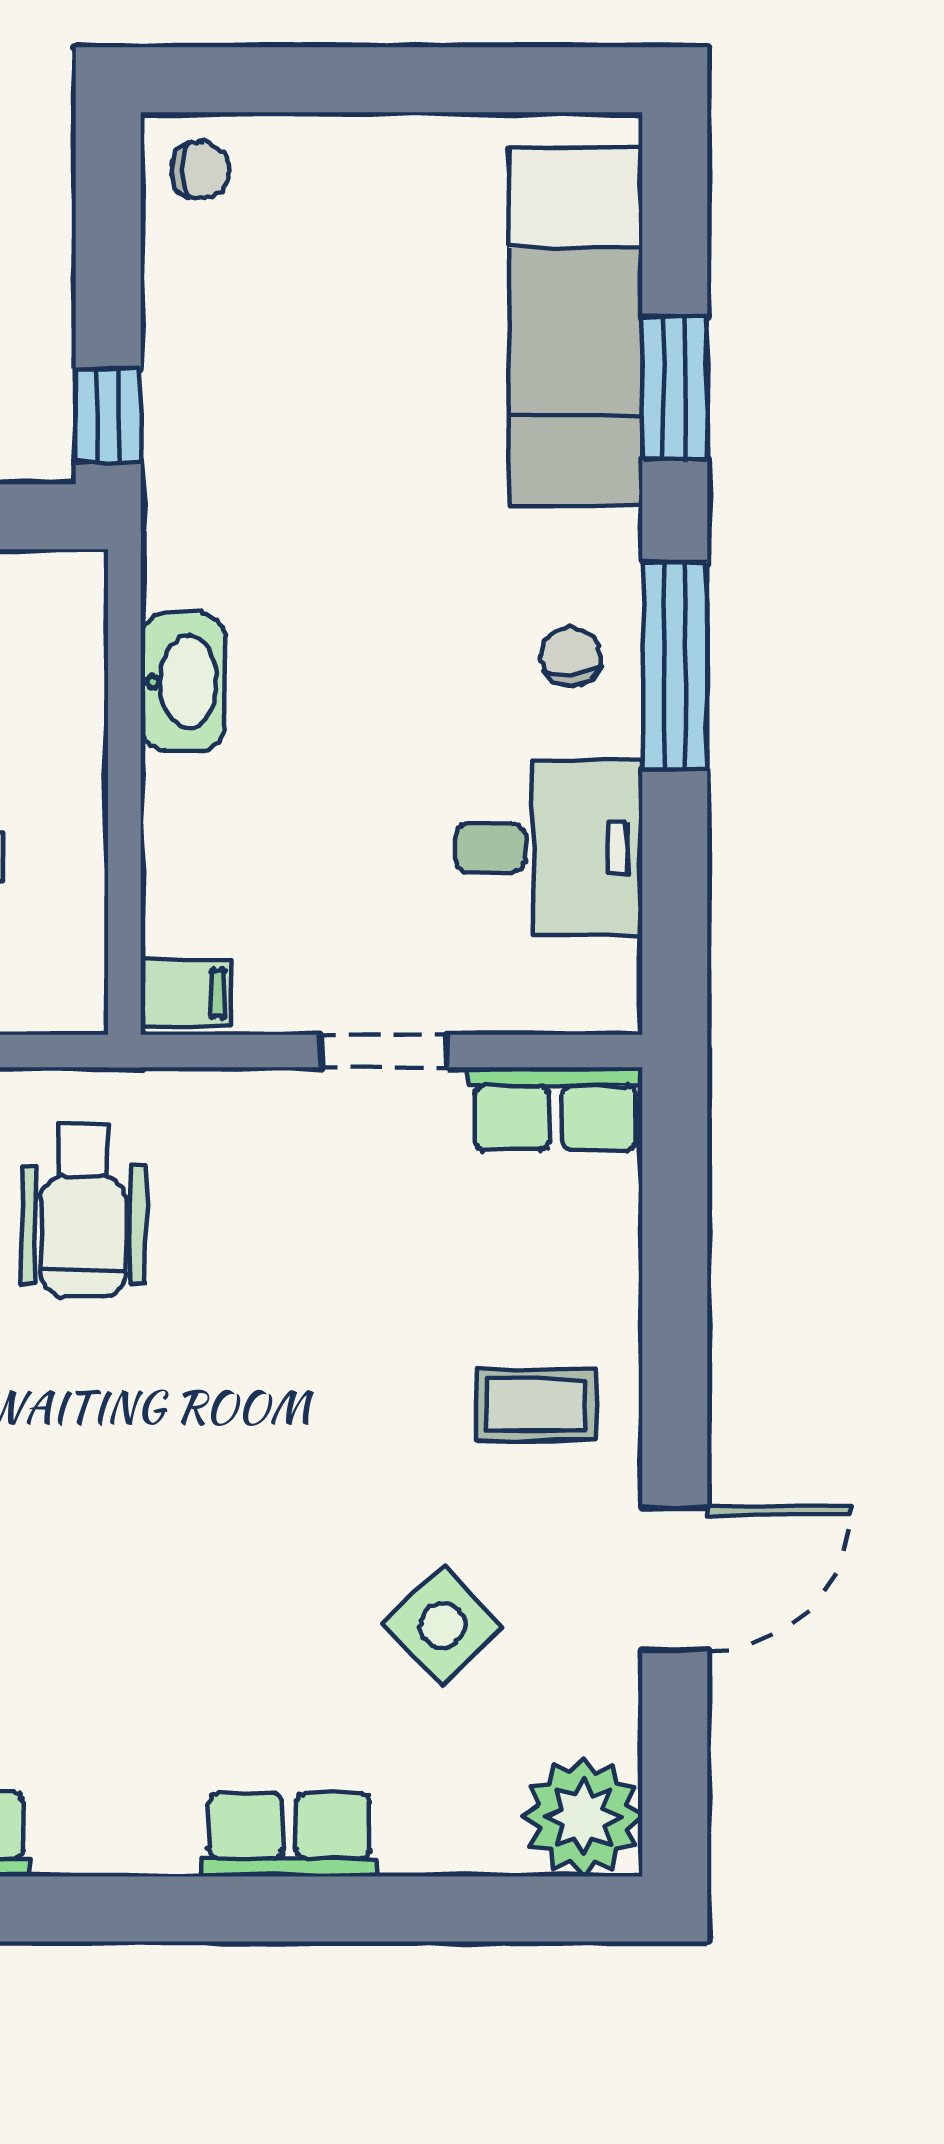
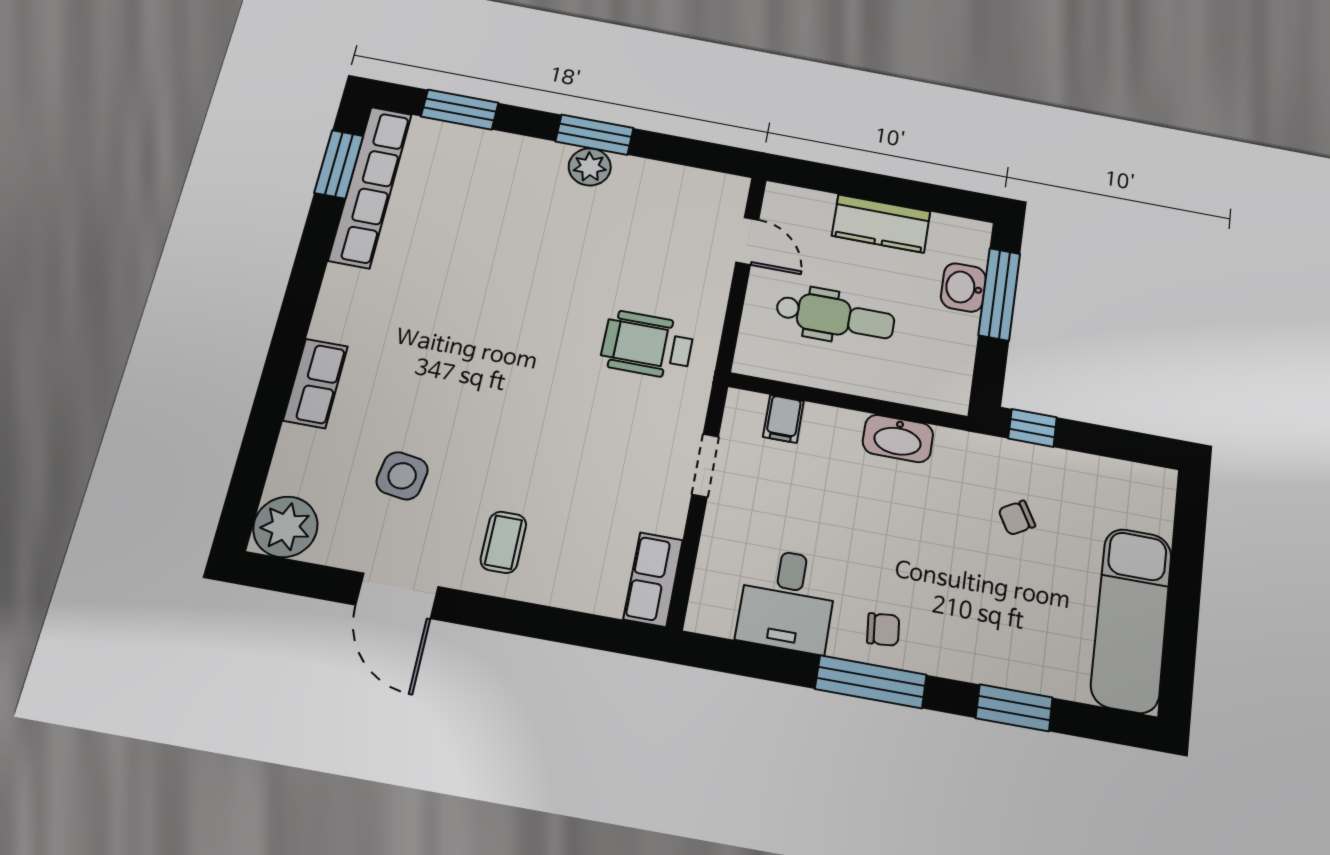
chair: (200, 170) -> (1017, 518), moved, turned 60
exam couch: (576, 326) -> (1131, 620), moved, turned -90
filing cabinet: (186, 994) -> (783, 419), moved
doorway: (384, 1051) -> (705, 465), moved
side table: (443, 1625) -> (402, 476), turned -38

